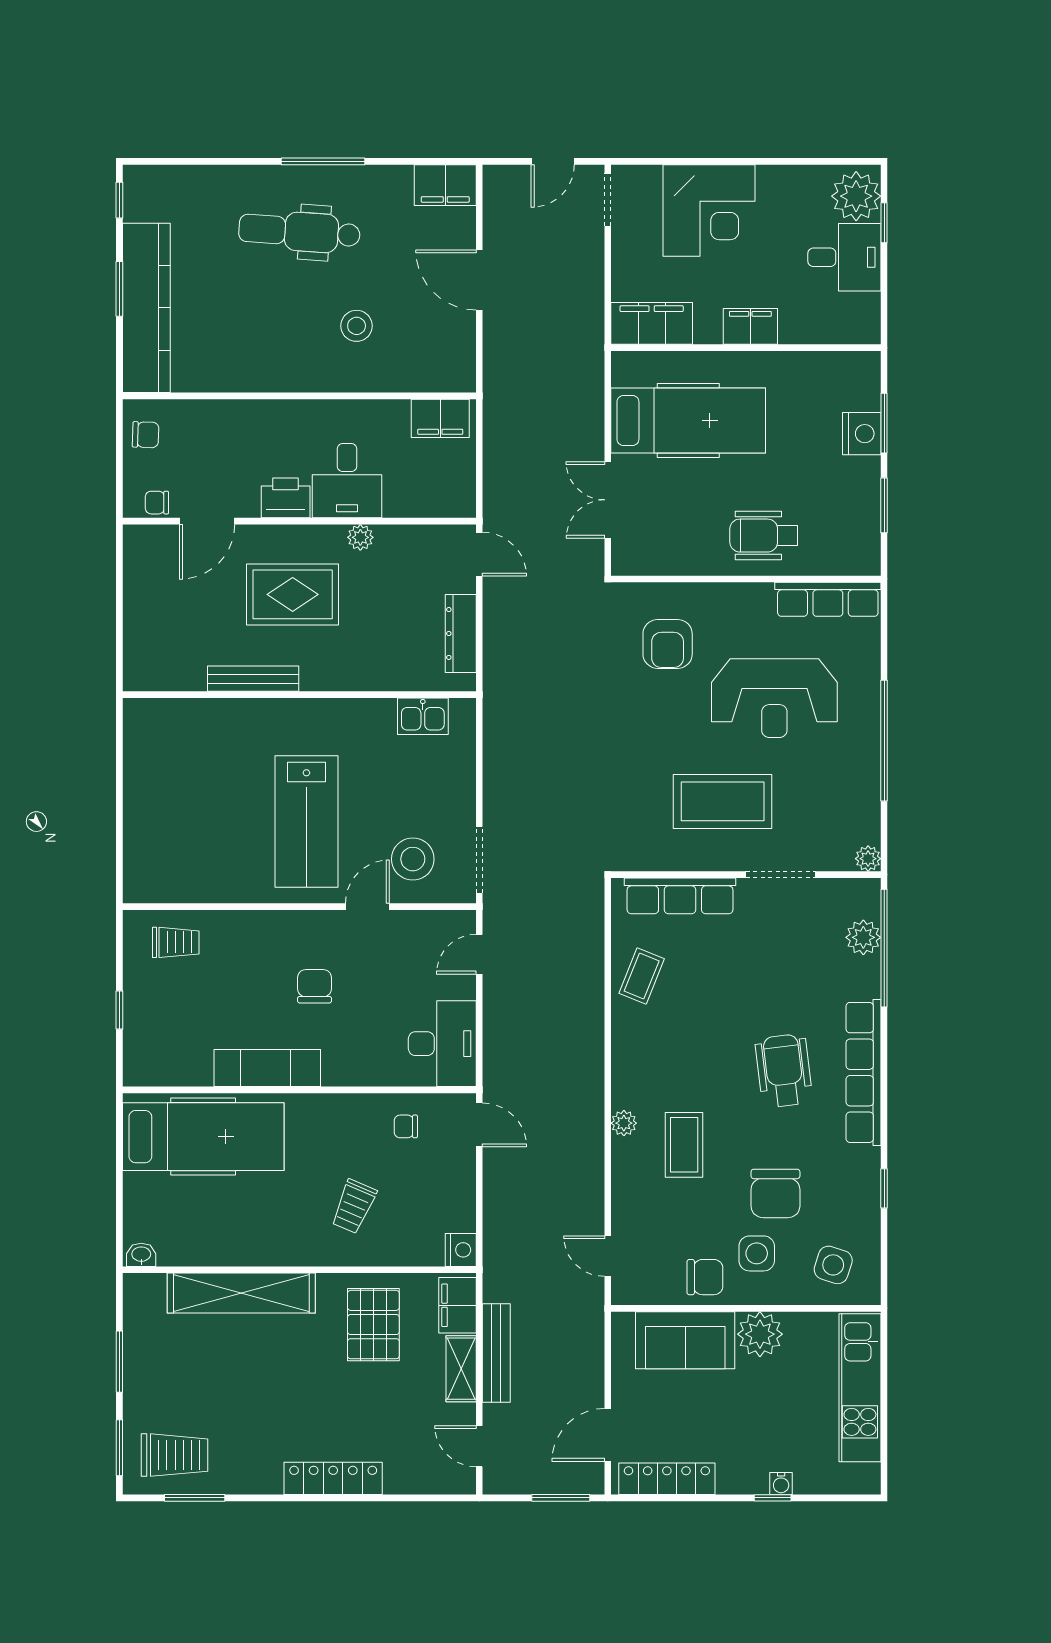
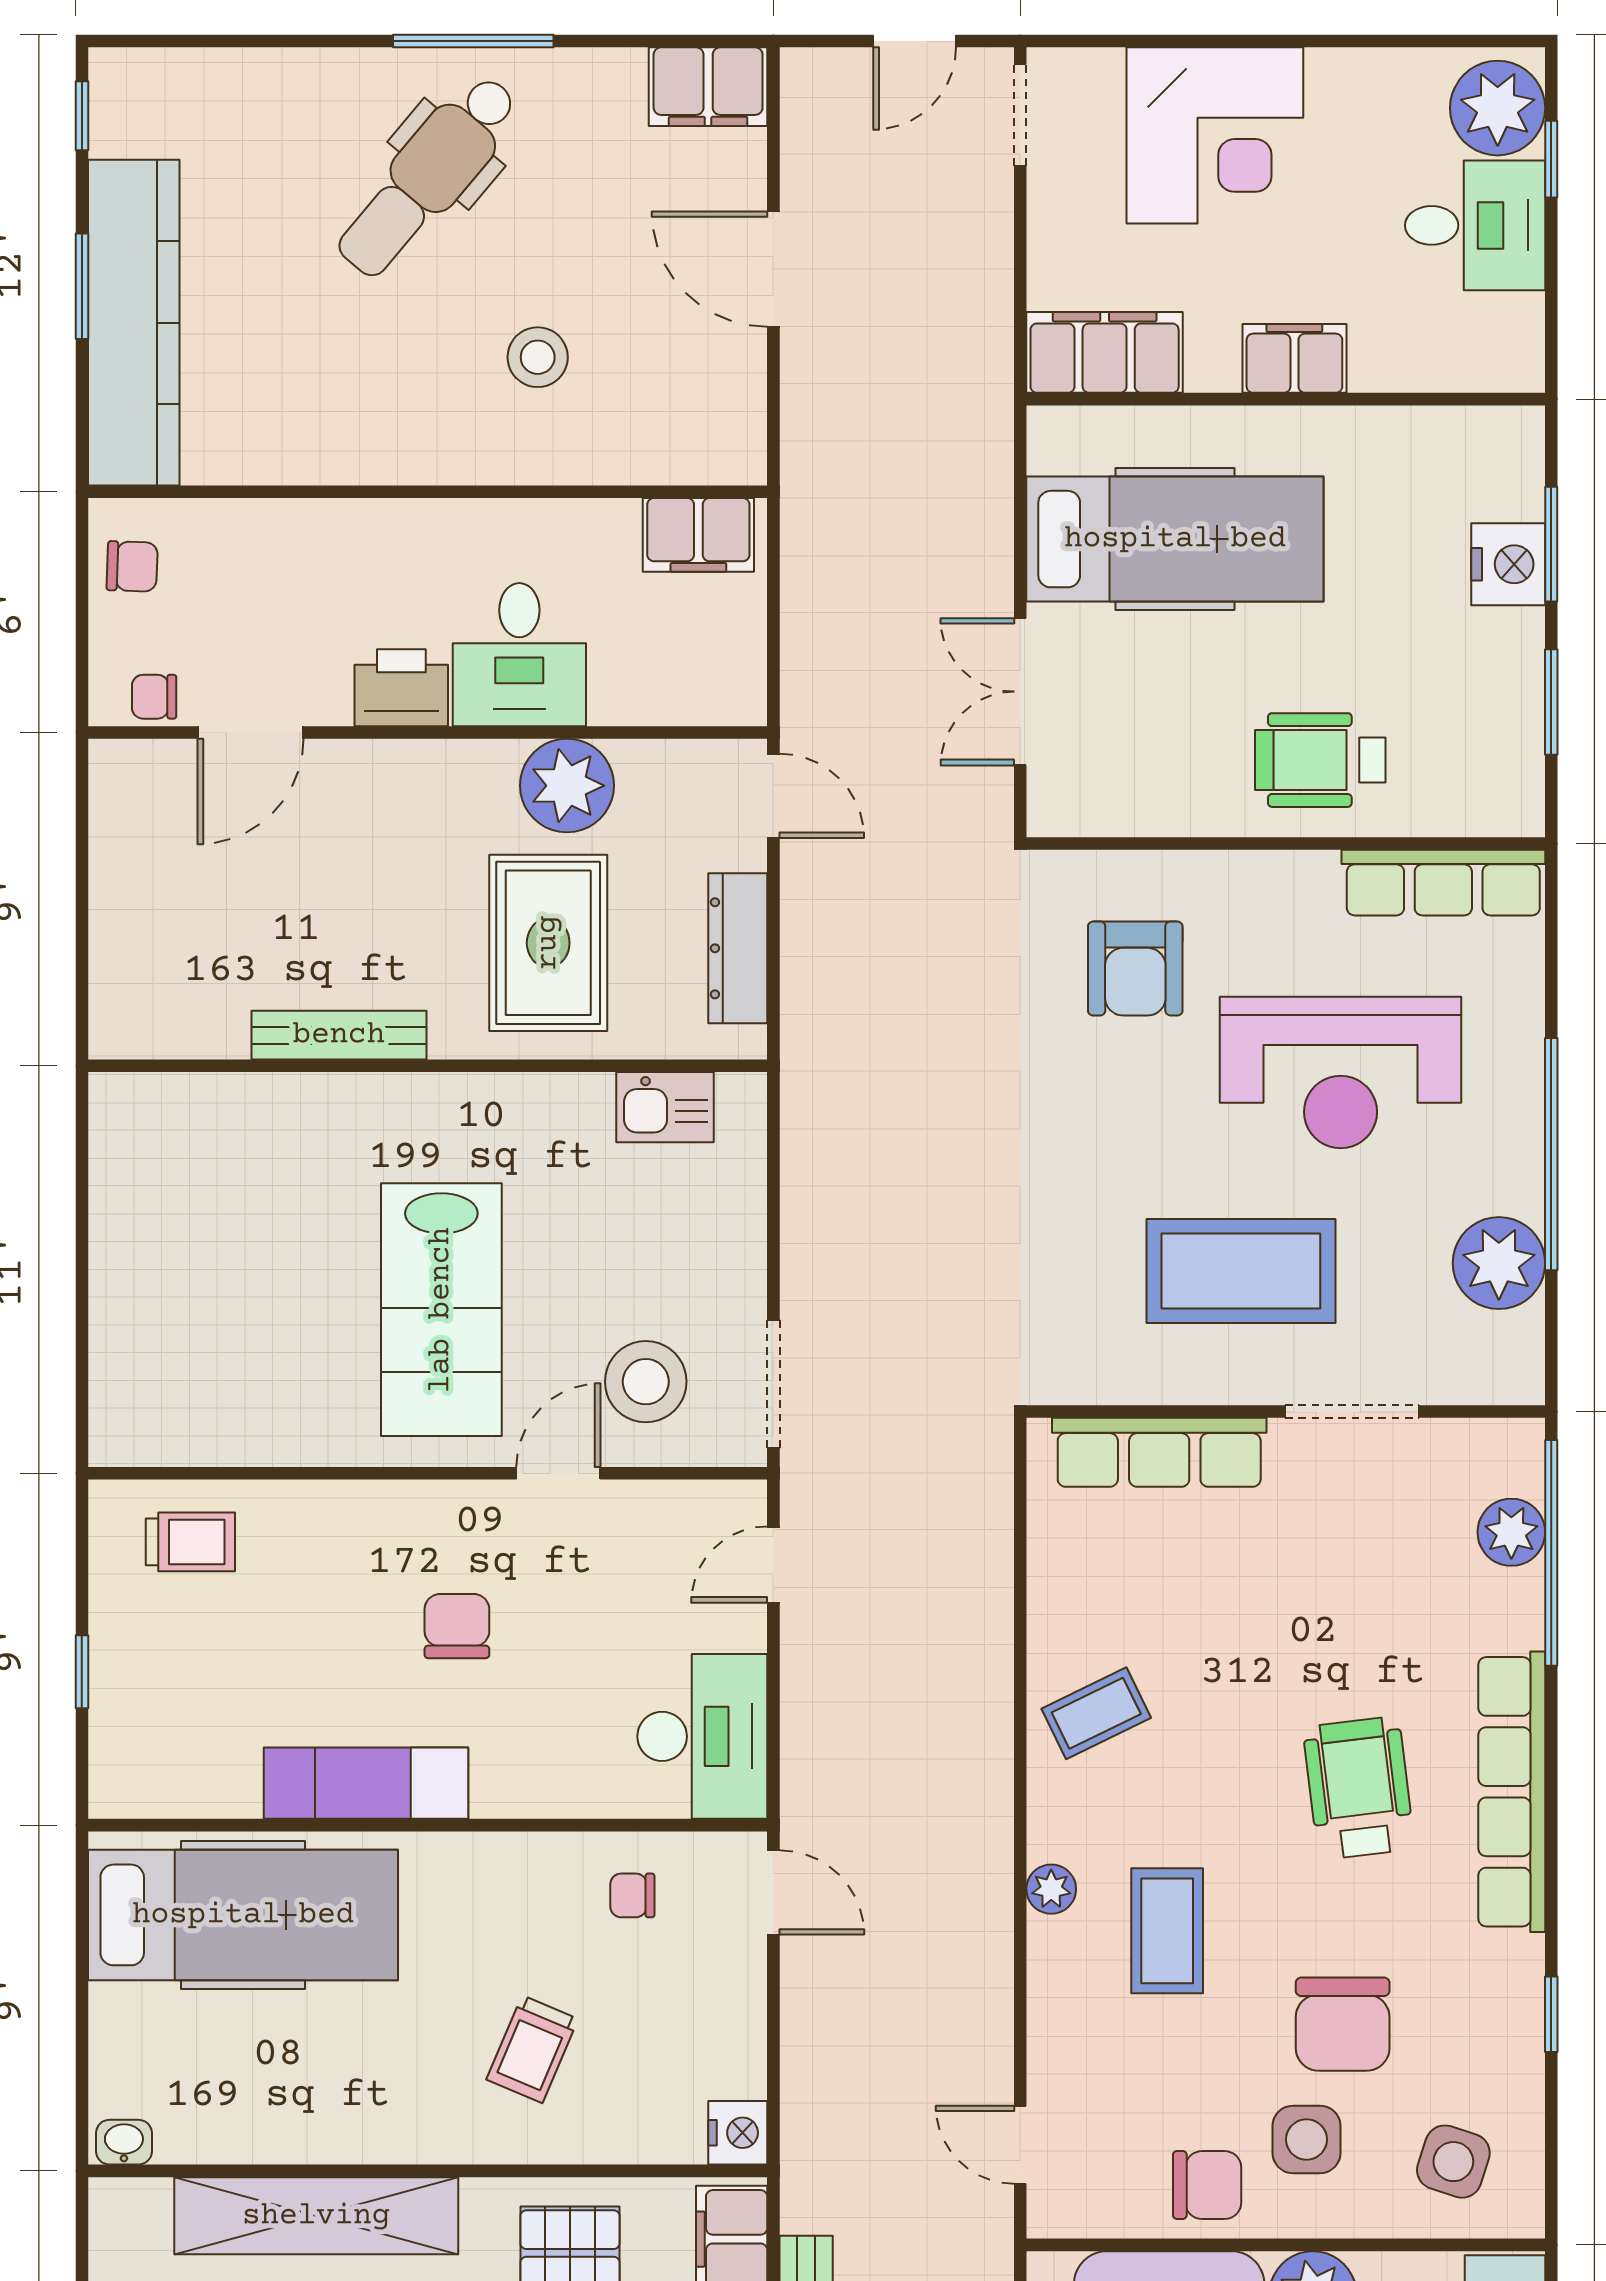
dental chair: (299, 232) -> (428, 176), turned -54
plant: (360, 537) -> (567, 786), width x1.88, depth x1.88
rug: (293, 594) -> (548, 943), moved, turned 90
plant: (868, 859) -> (1499, 1263), moved, width x1.88, depth x1.88
coffee table: (642, 976) -> (1096, 1713), moved, turned 42

